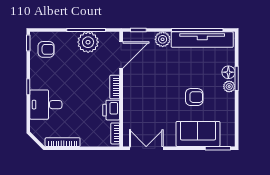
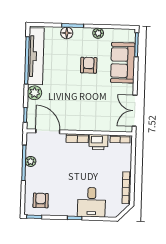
plant: (88, 42) -> (31, 161), width x0.53, depth x0.53
plant: (229, 86) -> (98, 33), moved

